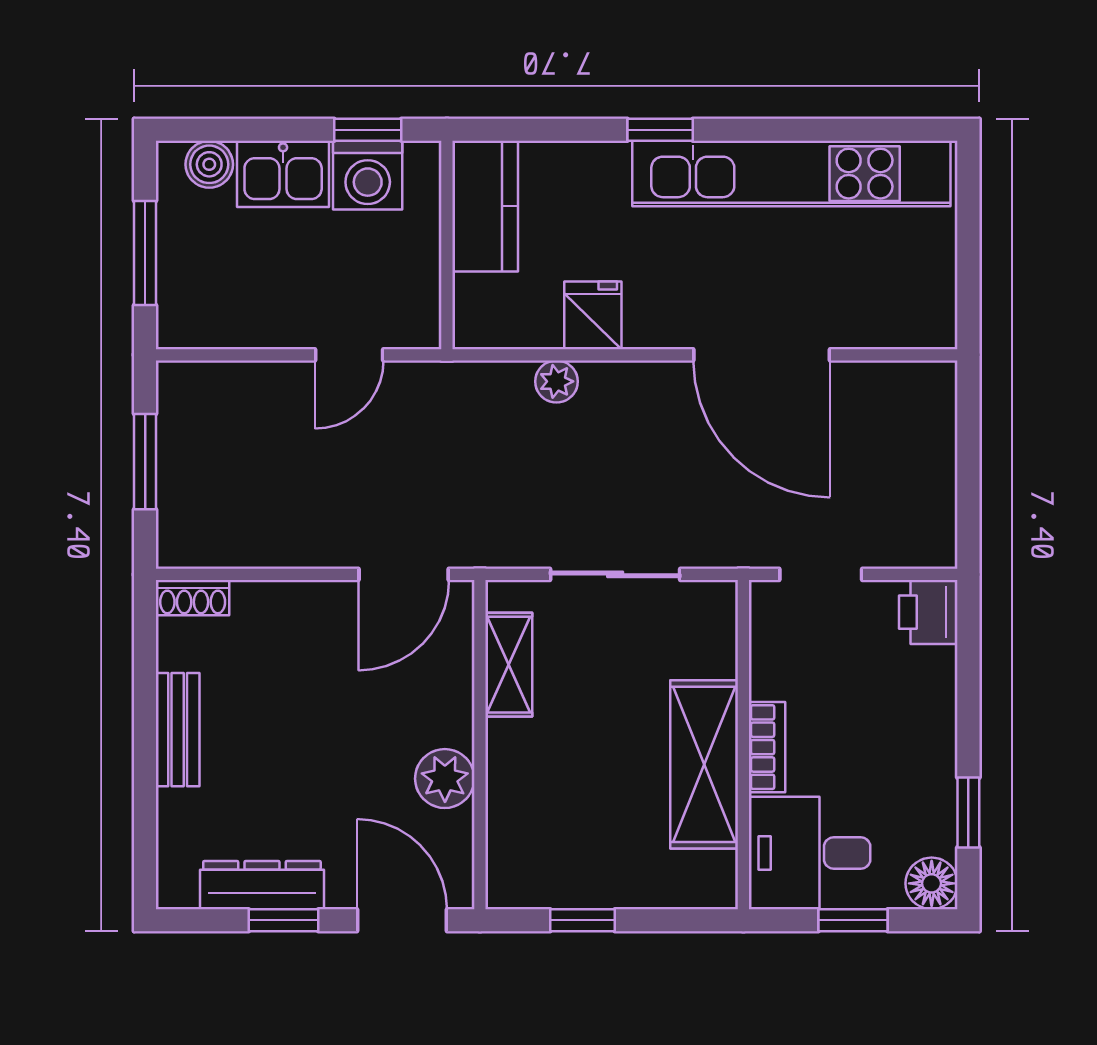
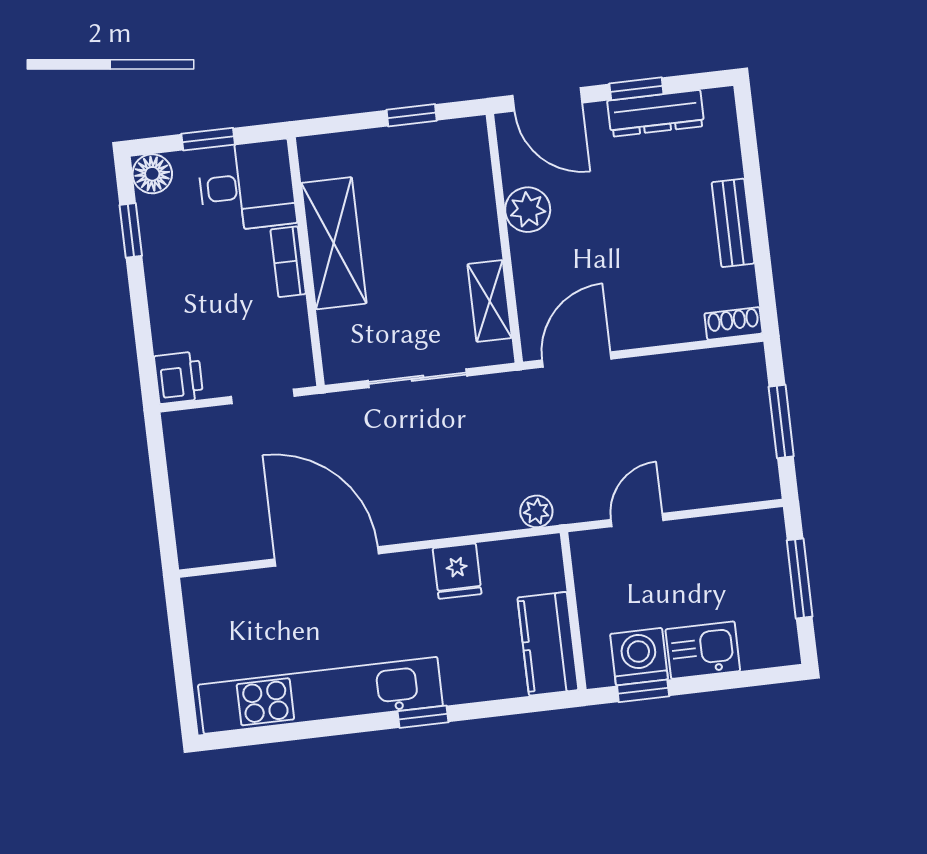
boiler: (209, 164) -> (759, 651), removed
plant: (556, 381) -> (536, 511), moved

